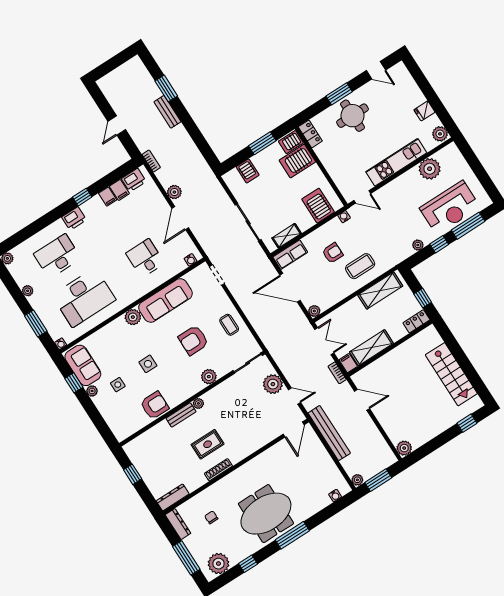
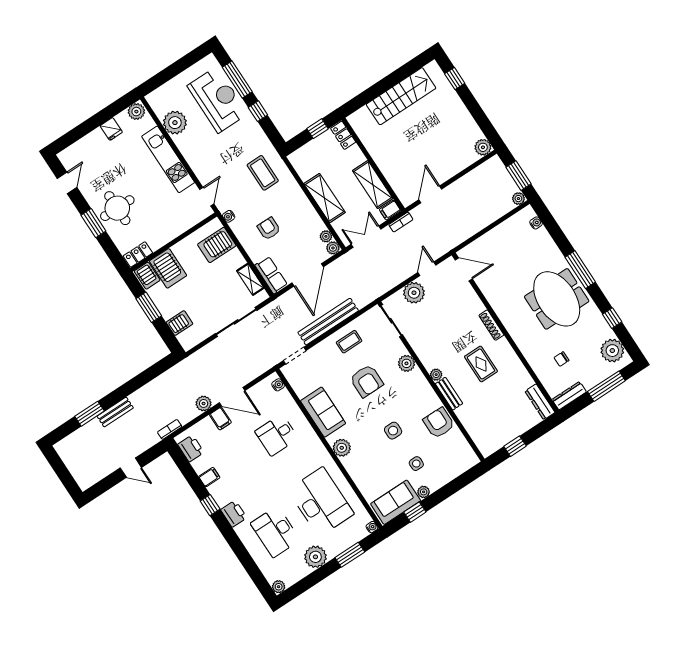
filing cabinet: (119, 190) -> (220, 419), moved, turned 90
plant: (418, 245) -> (326, 236), moved
coffee table: (360, 266) -> (263, 173), moved
plant: (28, 291) -> (315, 557), width x1.87, depth x1.87
shelving: (380, 291) -> (325, 198), moved
sofa: (165, 300) -> (323, 412), width x0.73
bench: (329, 433) -> (328, 322), moved
shoe rack: (218, 470) -> (491, 325), moved

